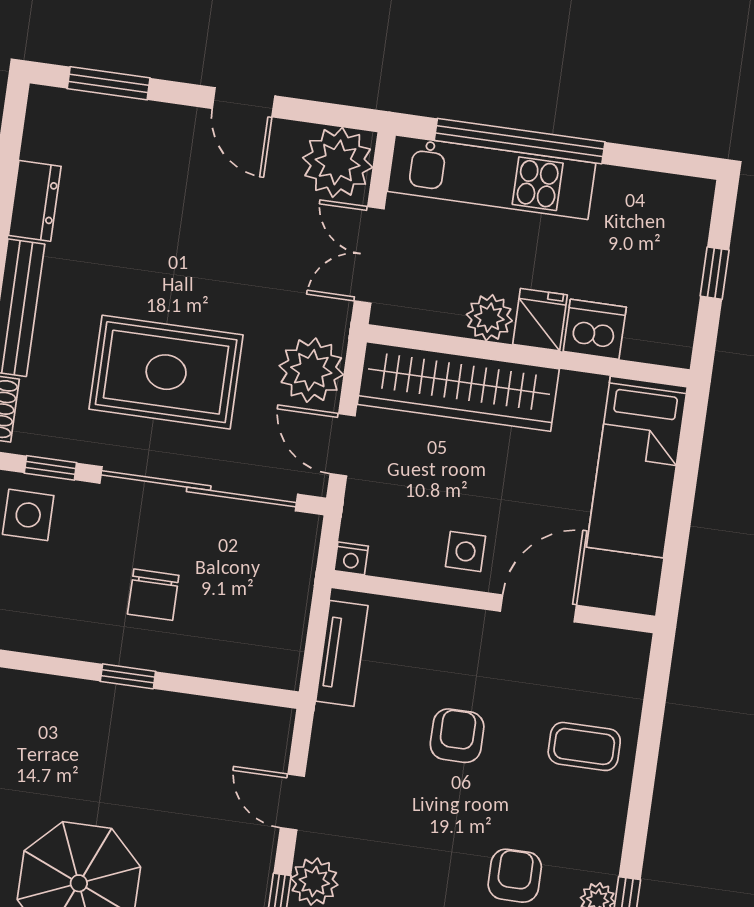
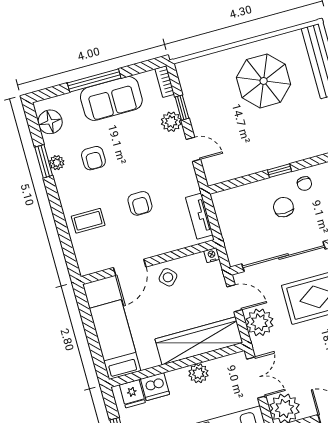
fridge: (540, 320) -> (132, 394), moved
side table: (466, 551) -> (168, 277), turned 45
chair: (86, 626) -> (304, 184), added

